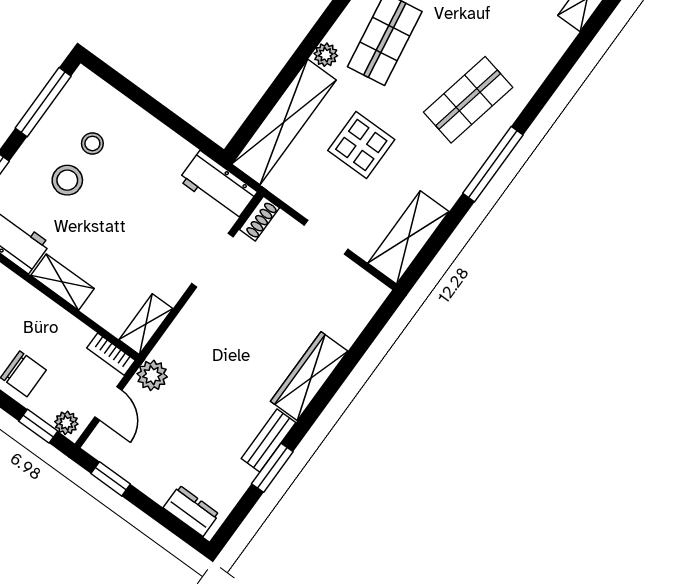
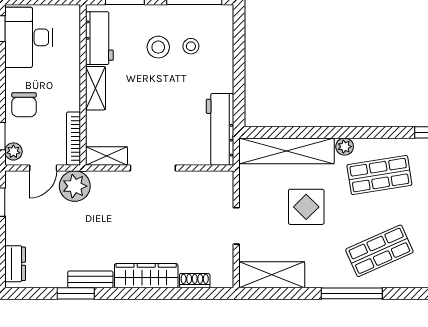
shop shelf: (468, 100) -> (379, 251), turned -36
workbench: (218, 186) -> (220, 129), width x1.38
shoe rack: (259, 219) -> (195, 281), moved, turned 180
doorway: (213, 260) -> (153, 168), moved
bookcase: (111, 354) -> (74, 139), width x1.56
plant: (152, 375) -> (75, 186), width x1.36, depth x1.36

